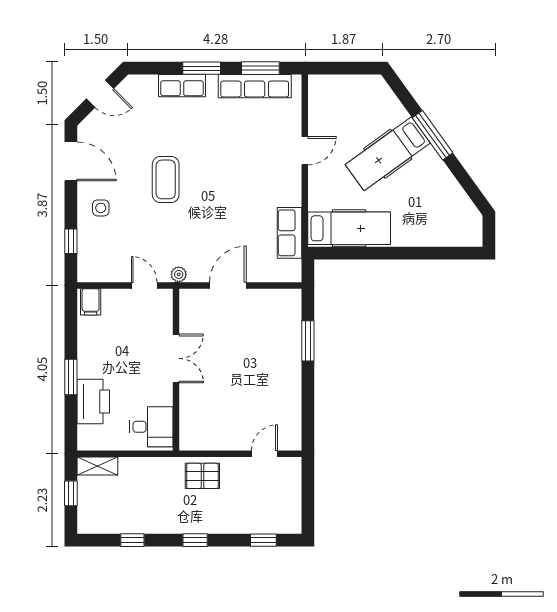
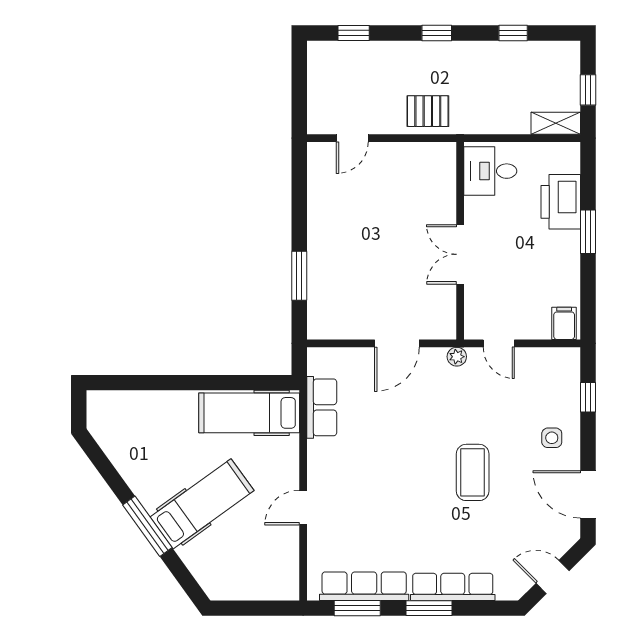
row of seats: (182, 86) -> (453, 587), width x1.48

